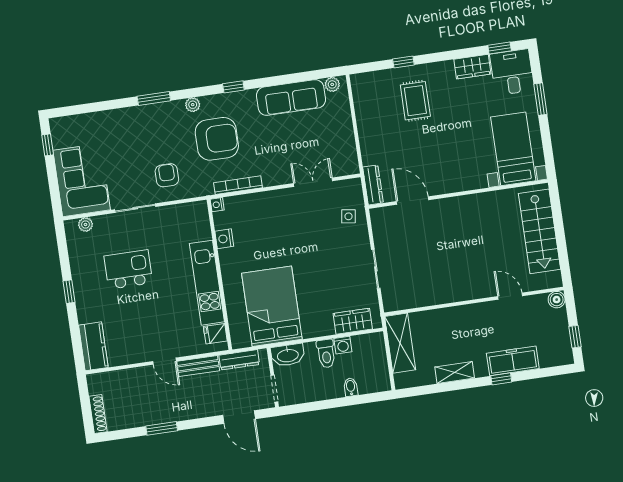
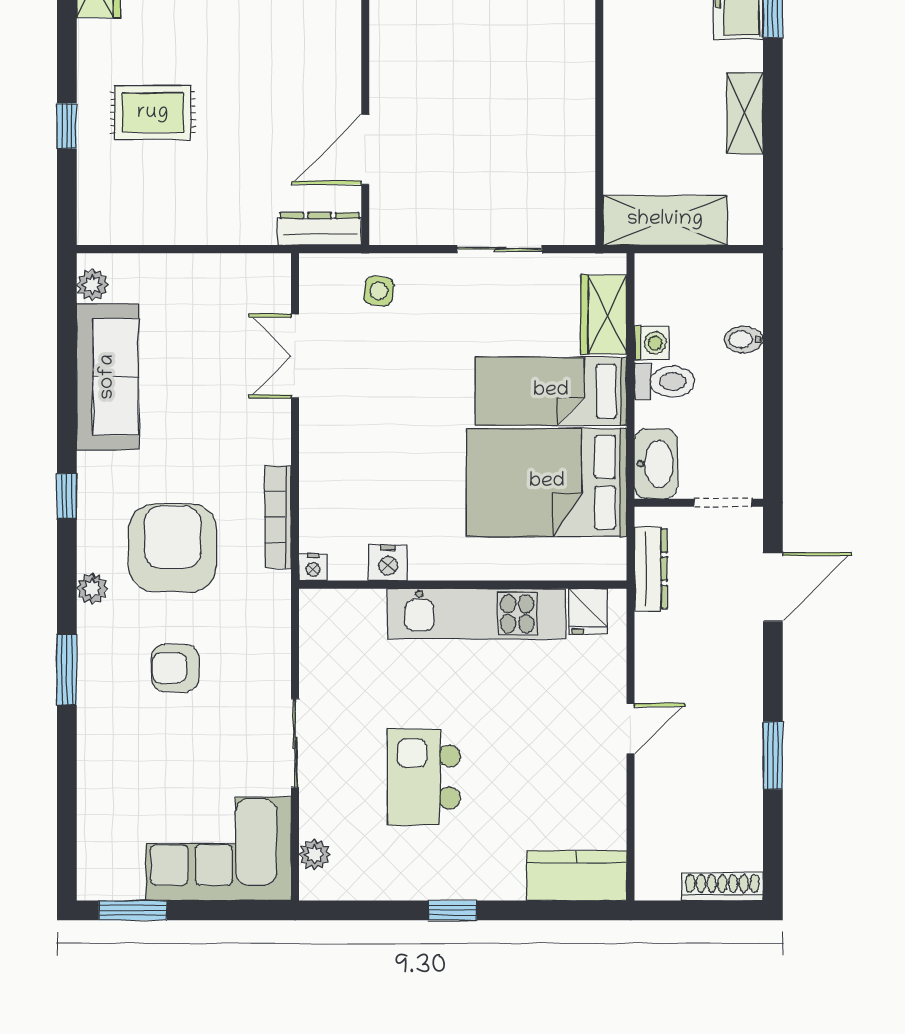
window: (48, 145) -> (133, 910), width x1.50
armchair: (167, 175) -> (175, 668), moved
bed: (314, 302) -> (551, 391), added
bench: (198, 366) -> (651, 658), removed

